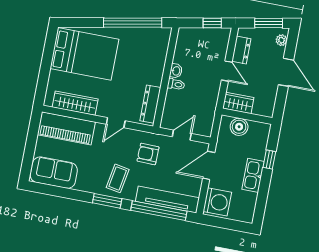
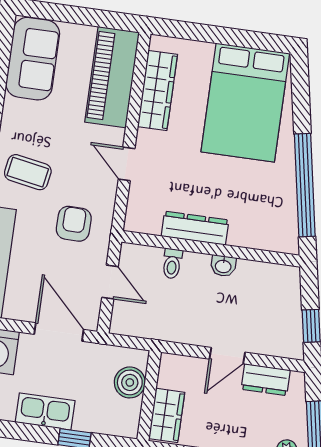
toilet: (176, 84) -> (172, 264), moved
wardrobe: (238, 103) -> (167, 415), moved
dresser: (150, 104) -> (195, 228), moved

